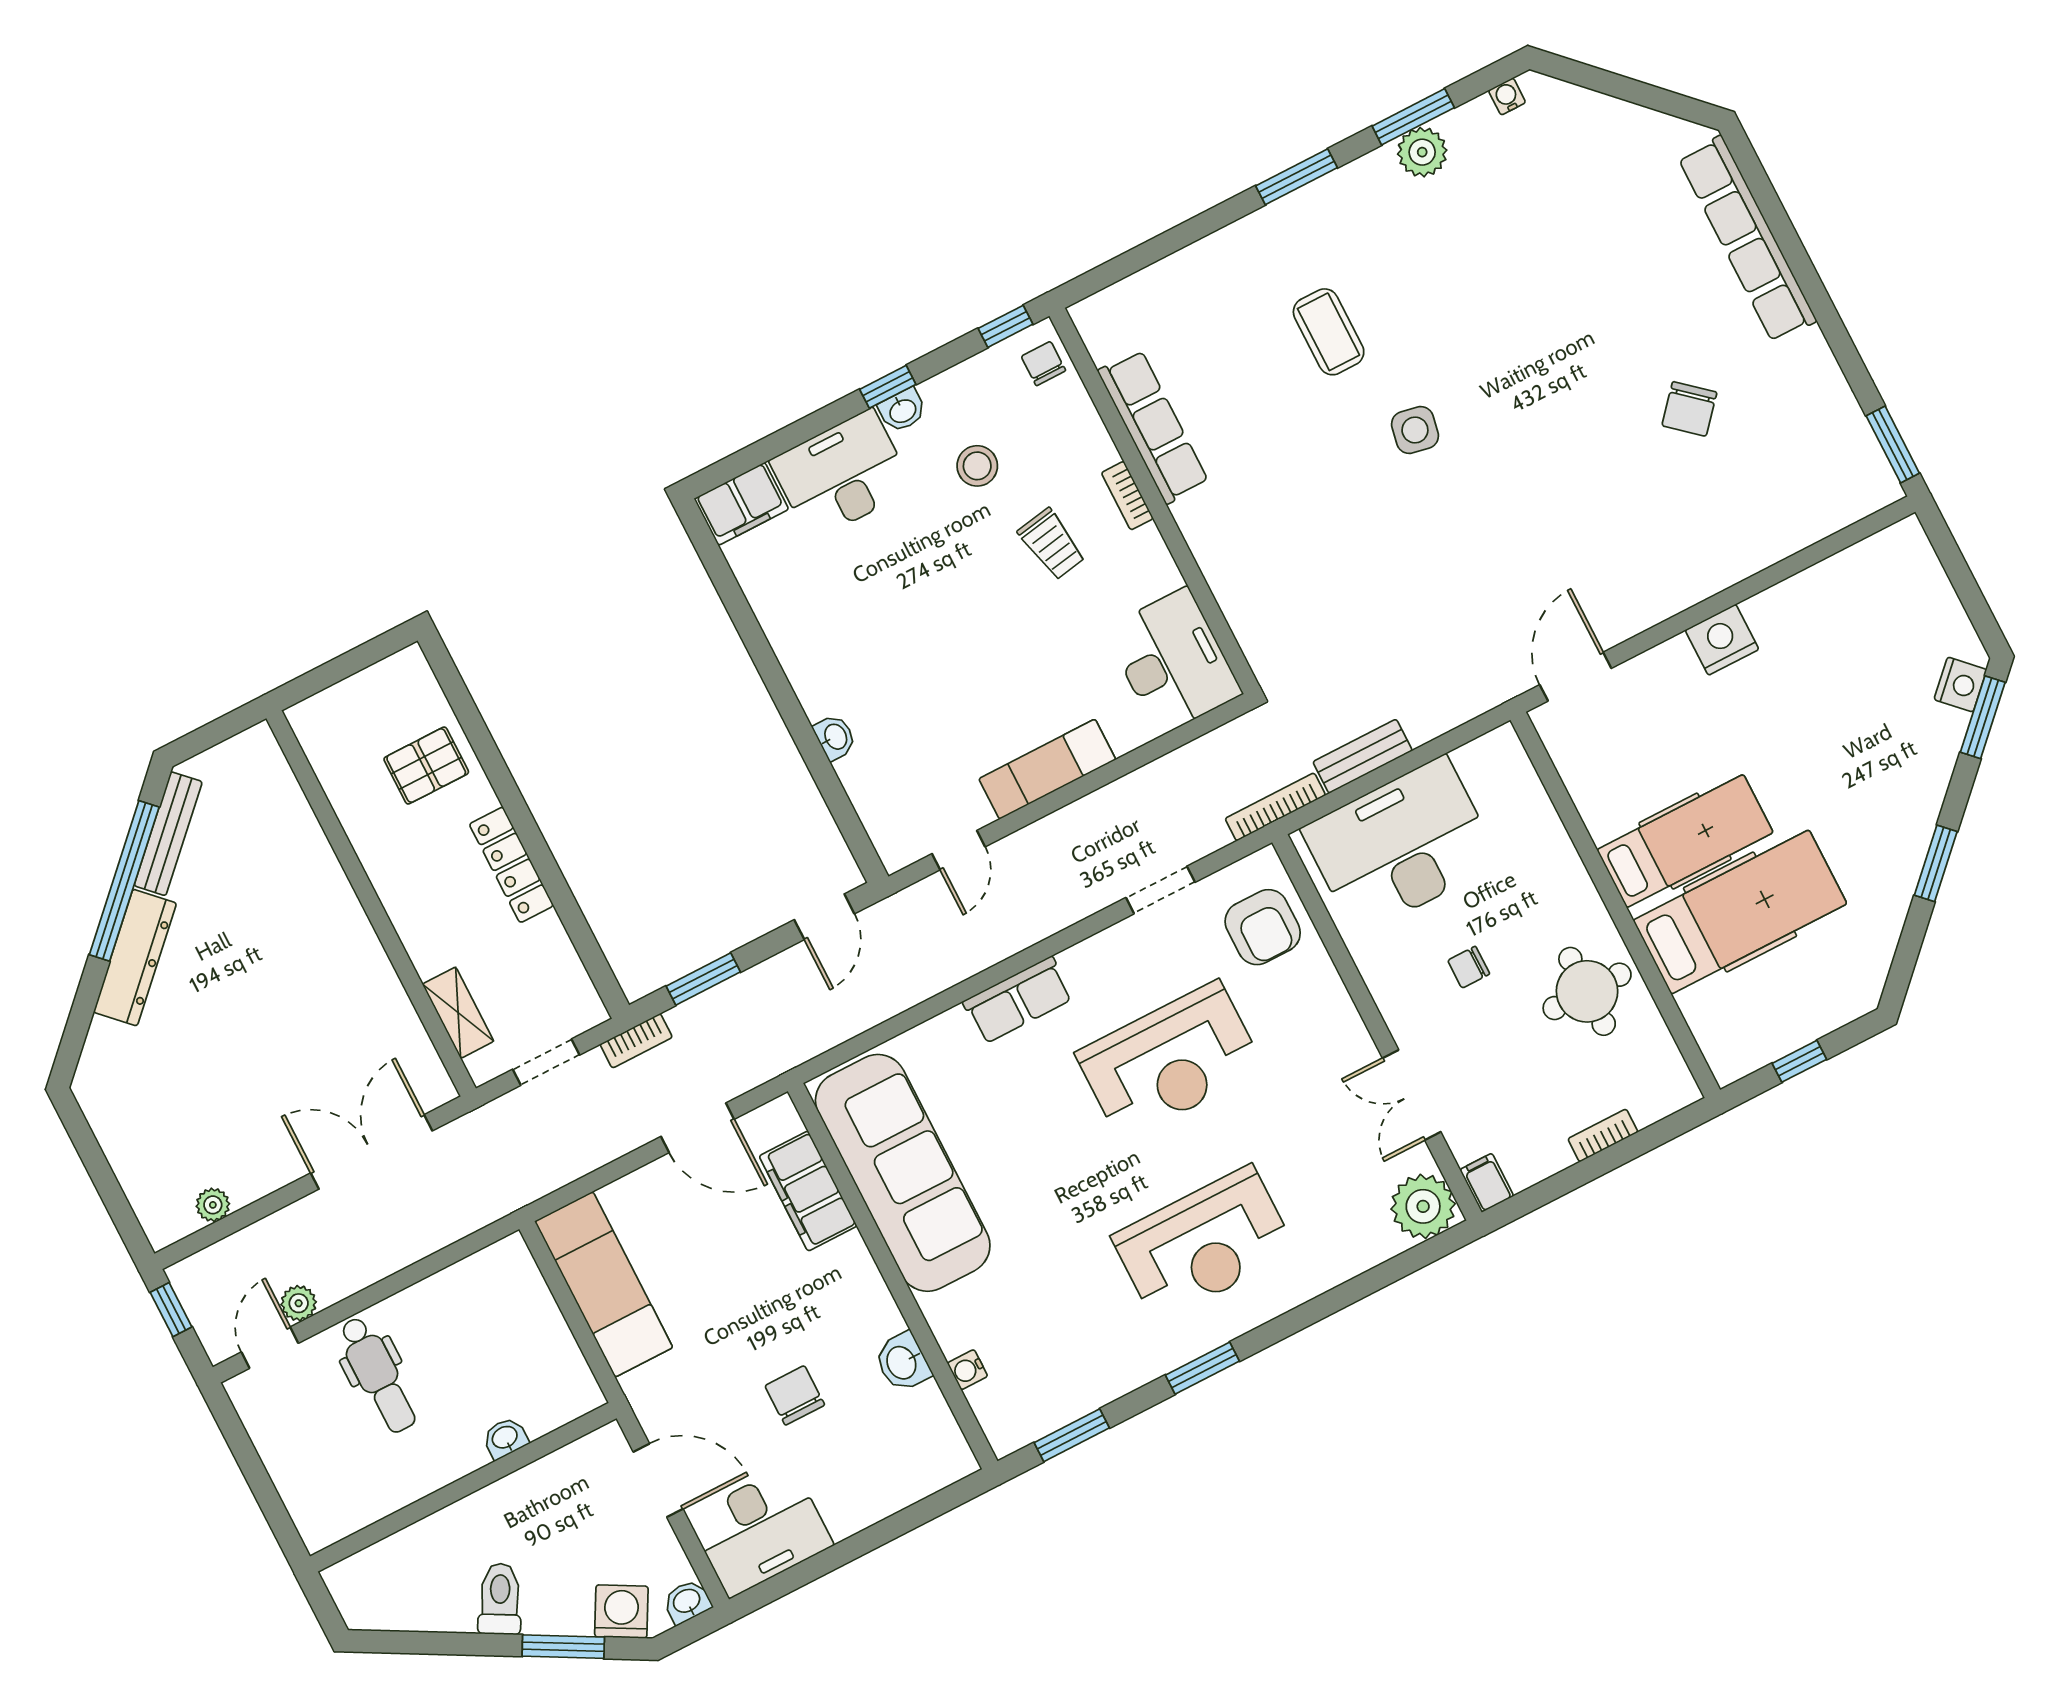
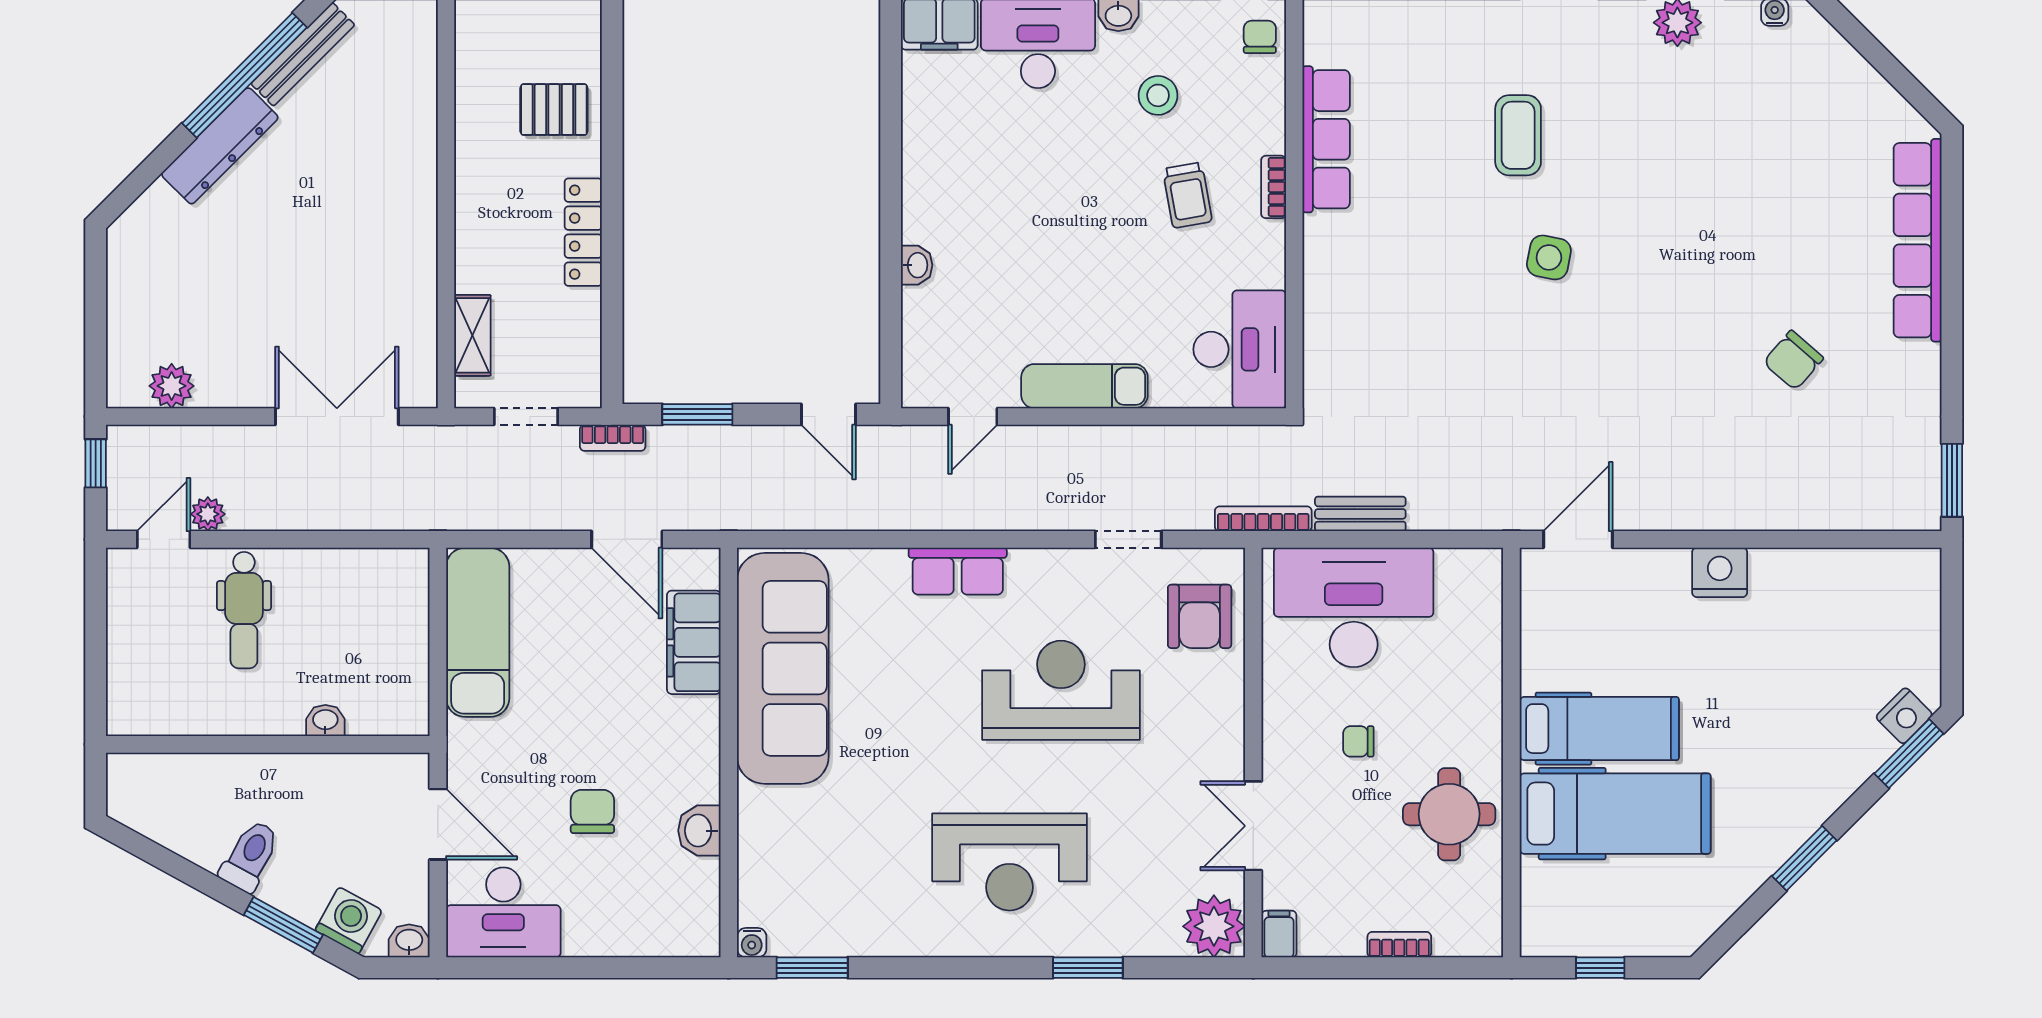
door: (824, 917) -> (828, 414), hinge flipped
reception desk: (1170, 1061) -> (1061, 690), turned 180
plant: (213, 1205) -> (172, 386), width x1.38, depth x1.38
window: (1202, 1368) -> (1088, 968), moved
water cooler: (967, 1370) -> (752, 943), moved, turned -90

